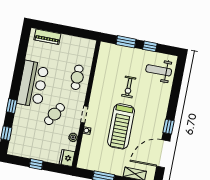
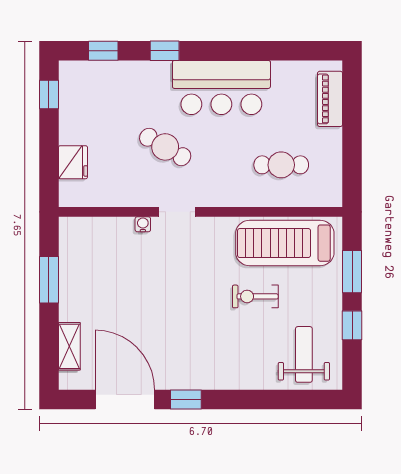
cafe table: (77, 77) -> (281, 165), moved
treadmill: (121, 126) -> (285, 243), moved
plant: (73, 137) -> (122, 197), removed
fridge: (67, 158) -> (73, 162), moved, turned 90
window: (36, 164) -> (49, 95), moved

